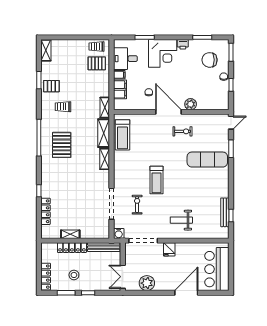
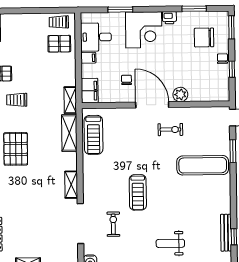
filing cabinet: (120, 89) -> (90, 91), moved
shelving: (105, 159) -> (71, 185), moved

